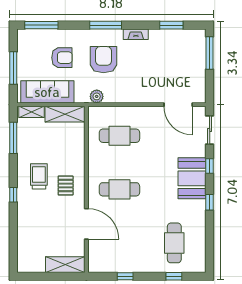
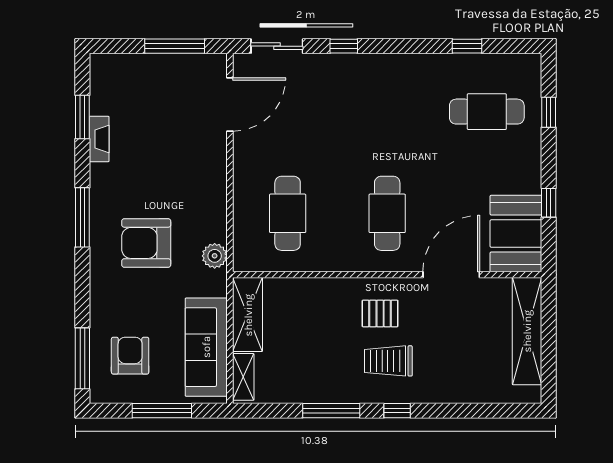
window: (106, 25) -> (82, 217), moved
fireplace: (136, 34) -> (99, 139), moved
window: (210, 53) -> (175, 46), moved
armchair: (62, 58) -> (130, 356), moved
window: (13, 138) -> (331, 411), moved
trolley: (39, 176) -> (388, 361), moved
booth: (192, 178) -> (516, 234), moved, turned 90
window: (210, 202) -> (467, 46), moved
shelving: (65, 265) -> (527, 331), width x1.47

